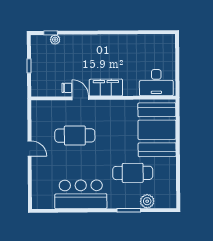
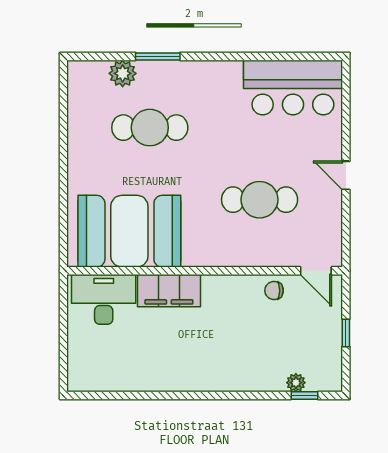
filing cabinet: (106, 88) -> (169, 291), moved
door: (80, 98) -> (316, 271), moved
booth: (157, 130) -> (129, 231), moved, turned 90
bar counter: (81, 194) -> (293, 87), moved

